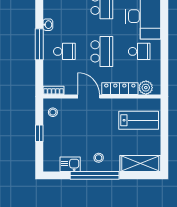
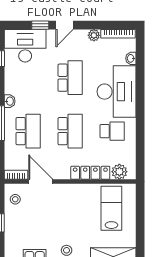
school desk: (64, 51) -> (28, 131), width x1.85
door: (89, 96) -> (41, 182), moved
lab bench: (139, 120) -> (111, 208), turned -90

